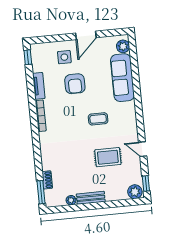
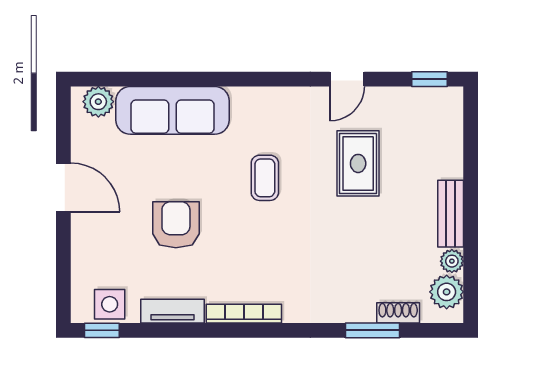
side table: (64, 57) -> (110, 304), moved
armchair: (75, 84) -> (176, 225), turned -90
window: (41, 192) -> (372, 330), moved
plant: (135, 192) -> (447, 292), moved

